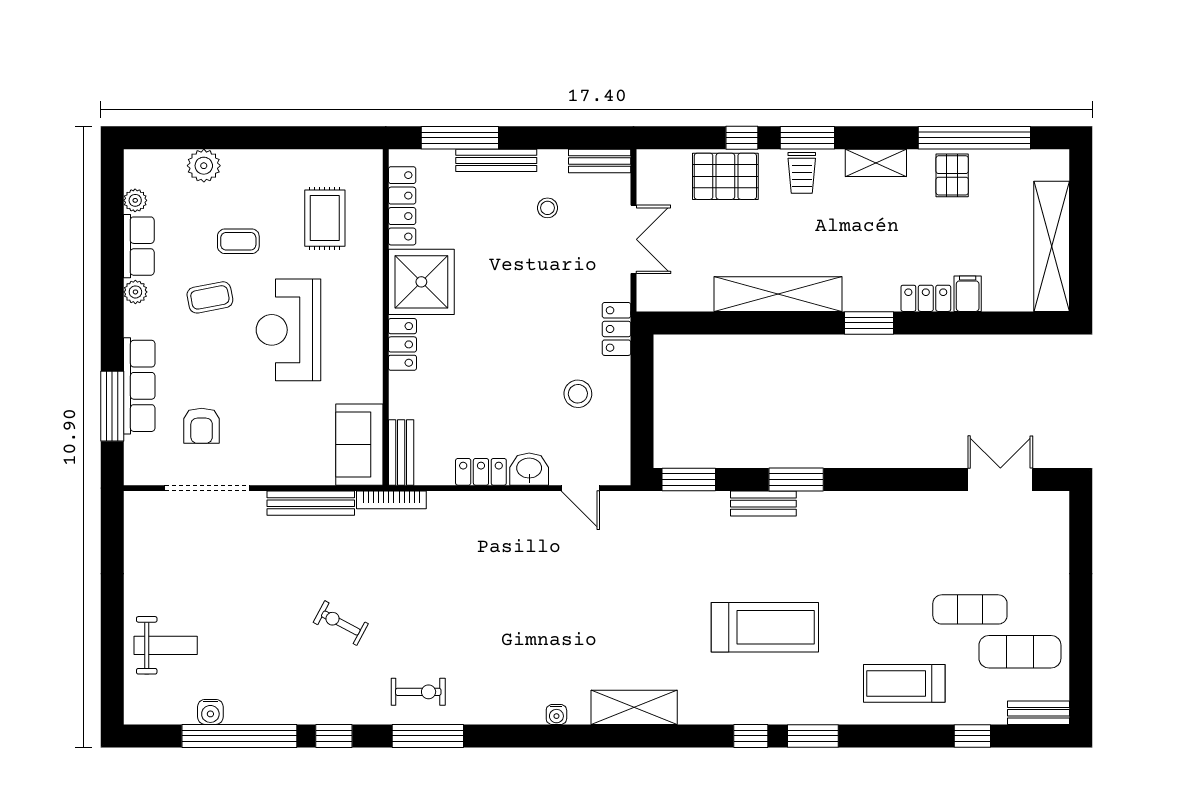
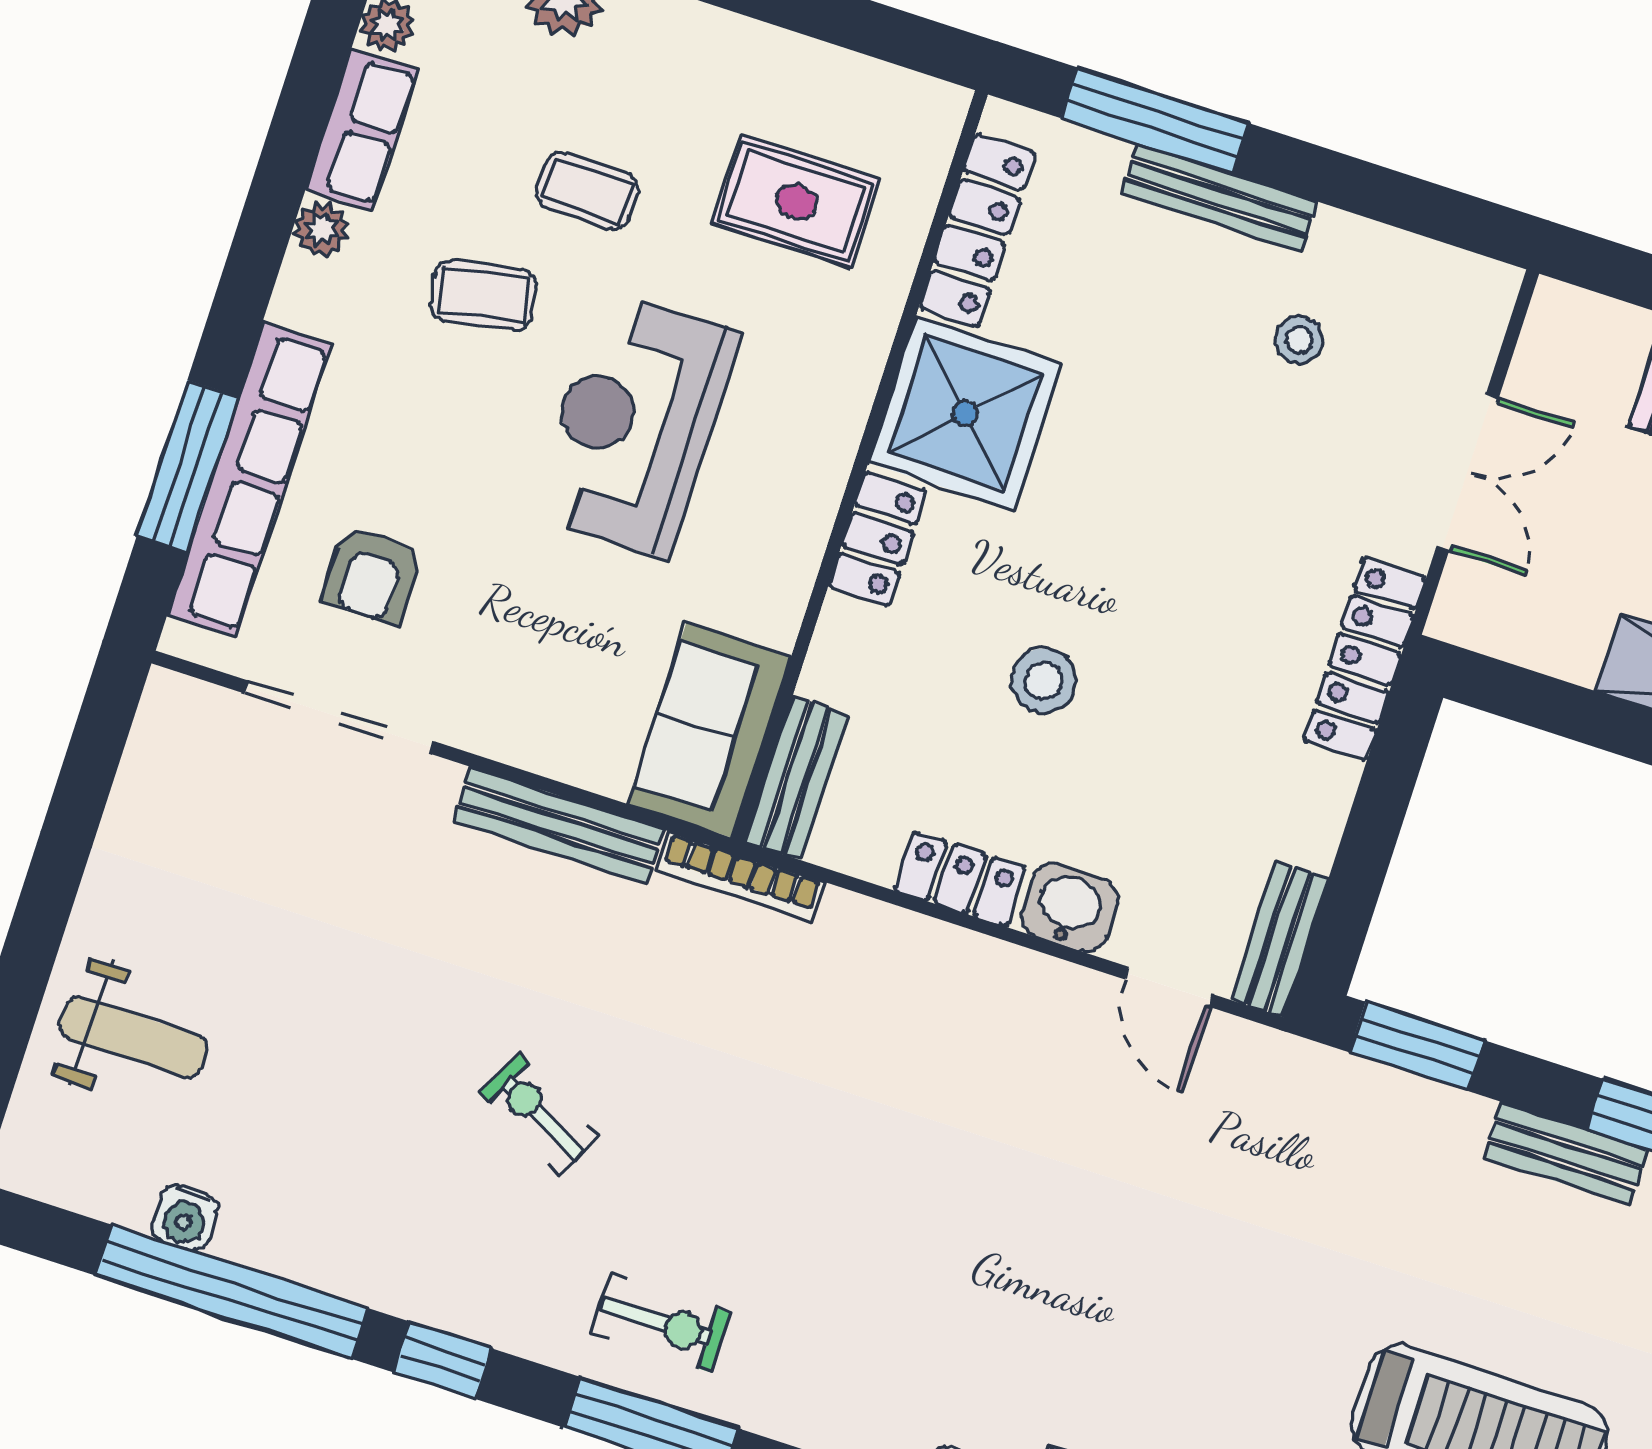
bench: (600, 161) -> (1280, 939), moved, turned 90
rug: (325, 218) -> (796, 202), turned 90
locker: (617, 329) -> (1365, 659), width x1.53
row of seats: (139, 386) -> (249, 480), width x1.36
stool: (578, 394) -> (1044, 681), moved

